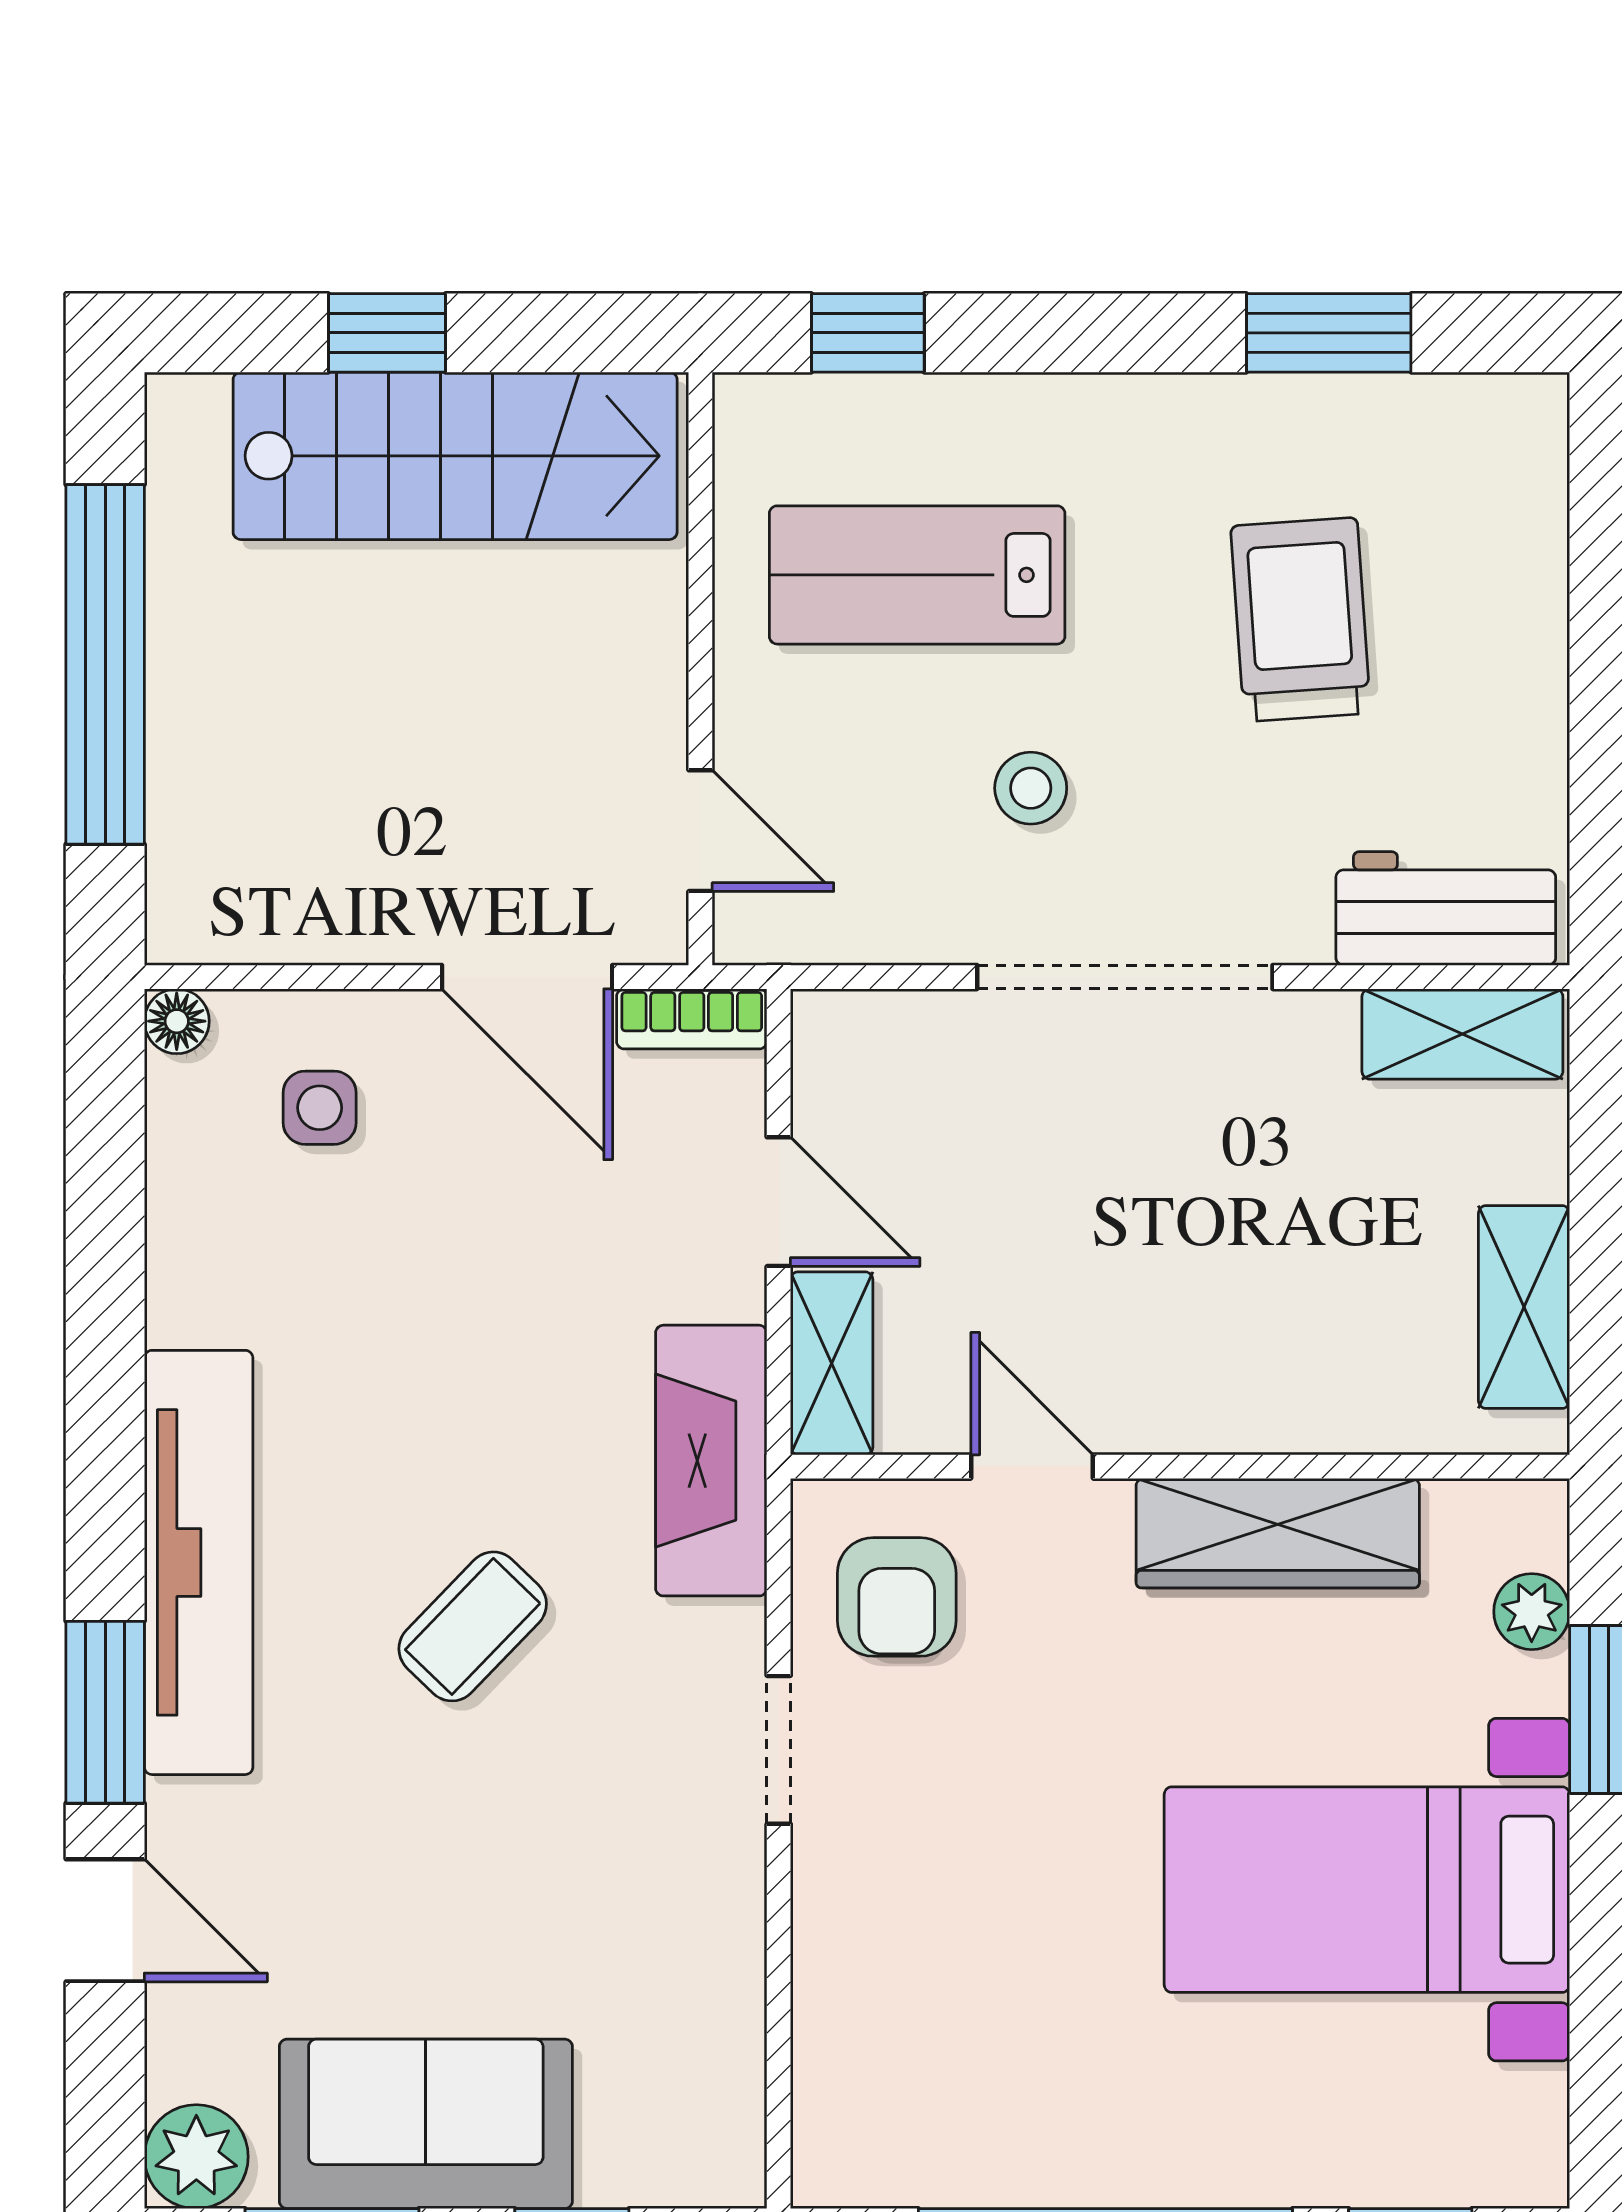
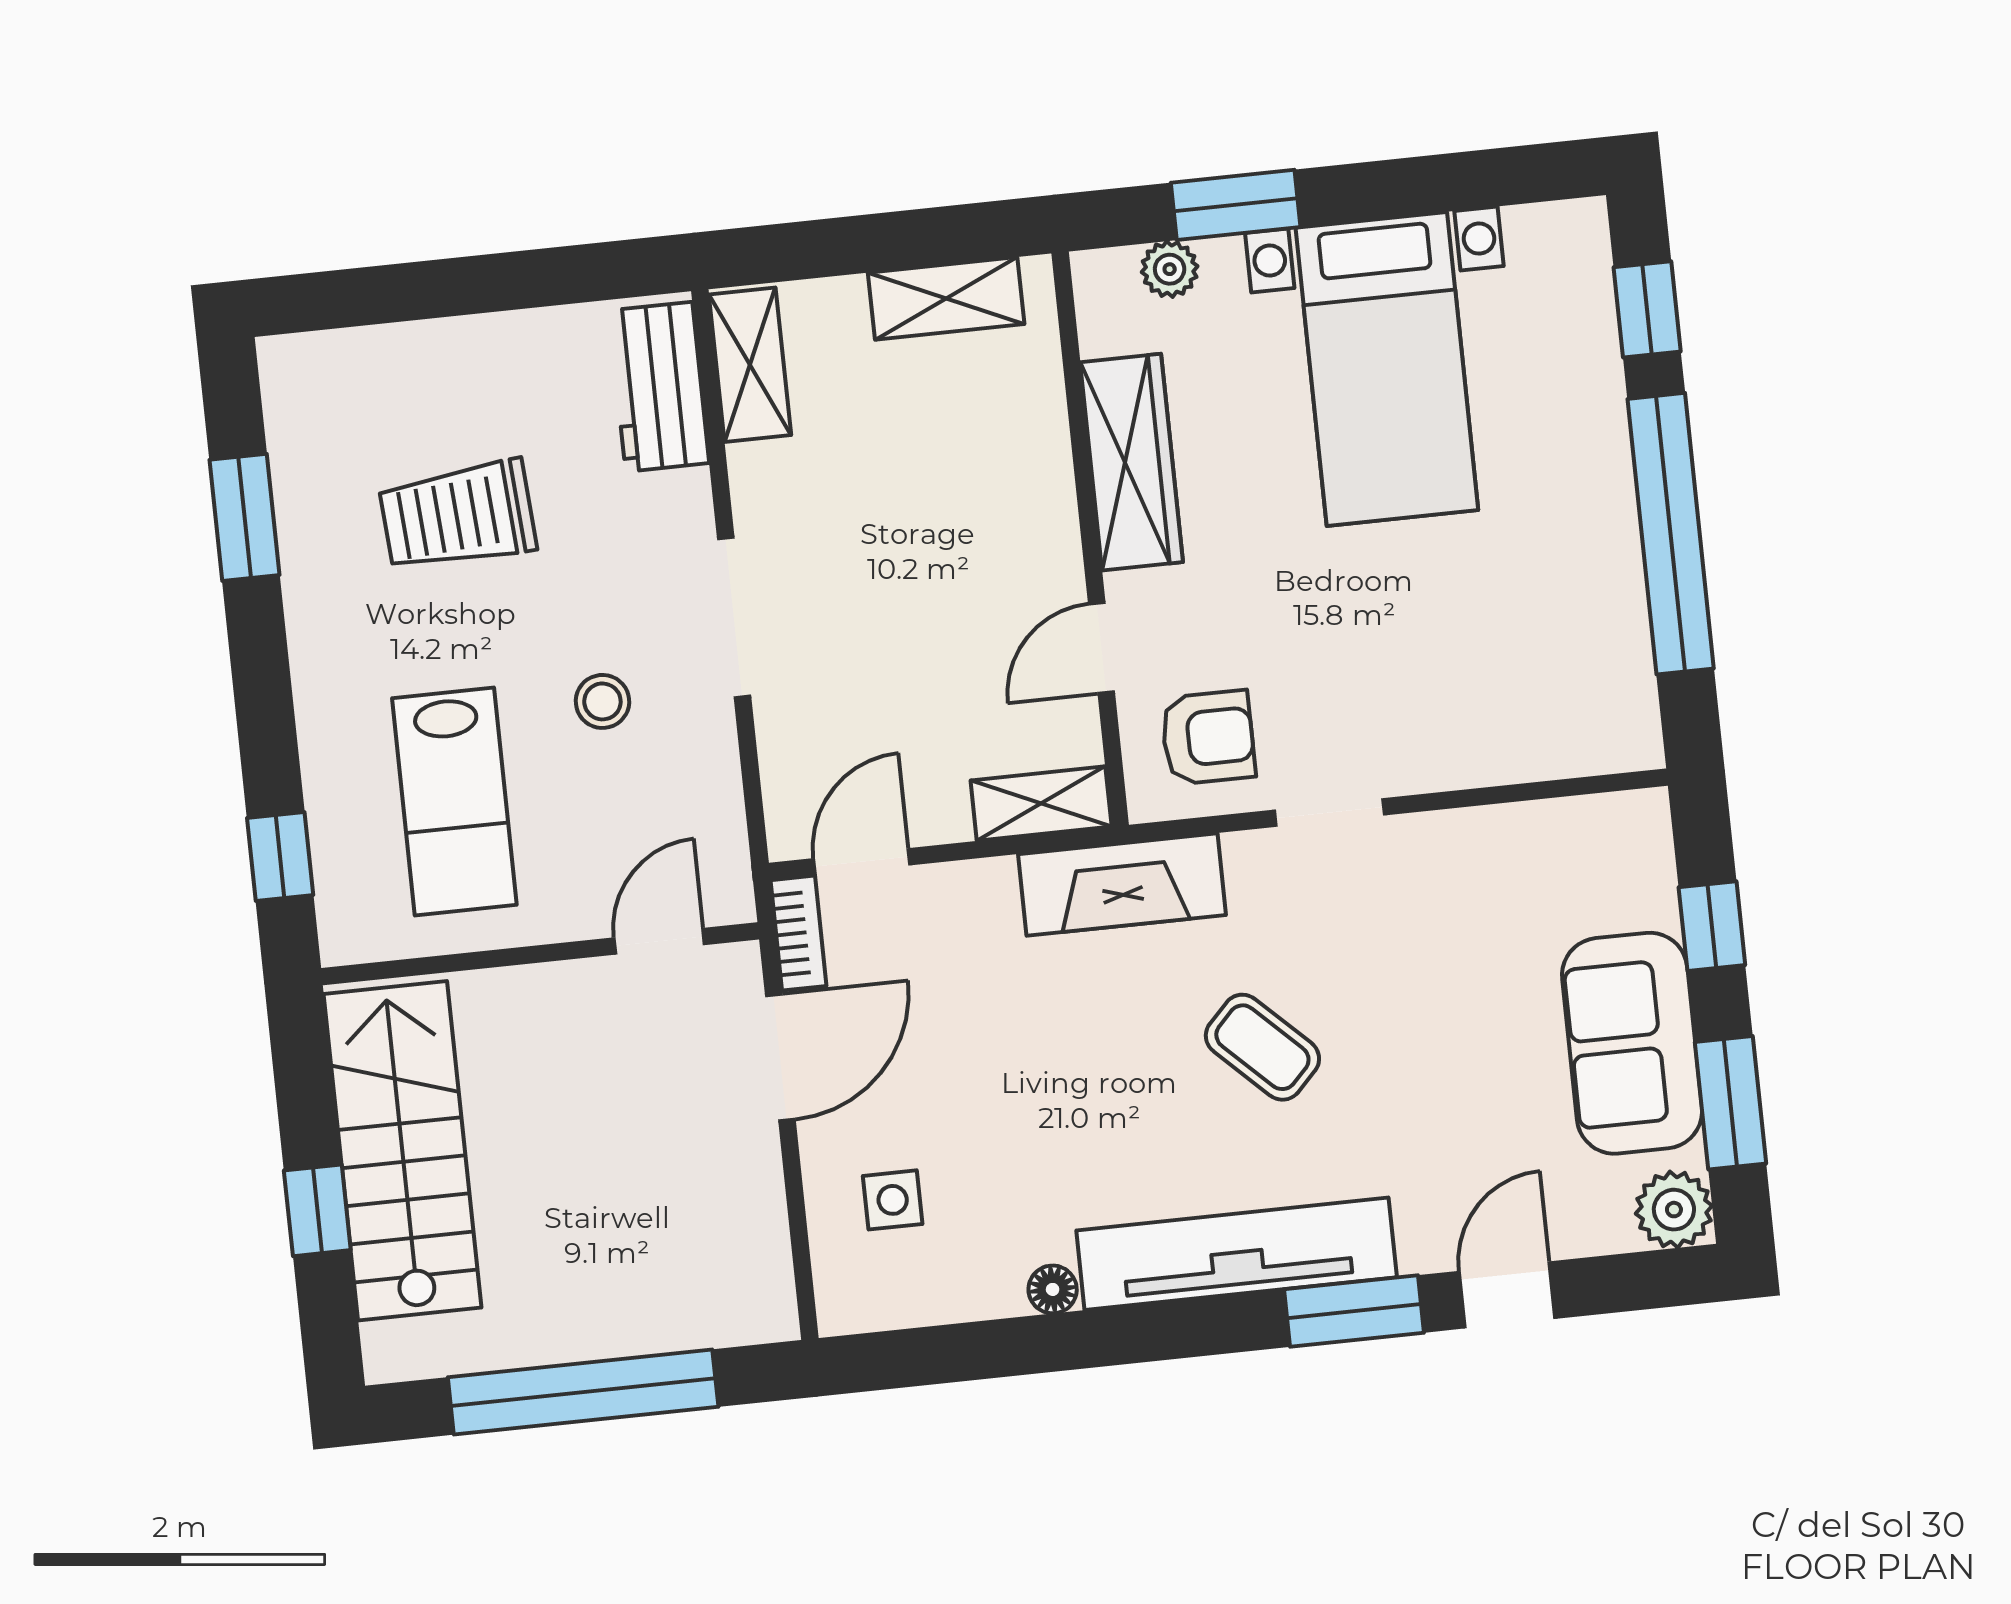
doorway: (1125, 977) -> (734, 618), width x0.73
floor lamp: (177, 1021) -> (1053, 1289), moved
door: (779, 1202) -> (862, 862), moved

